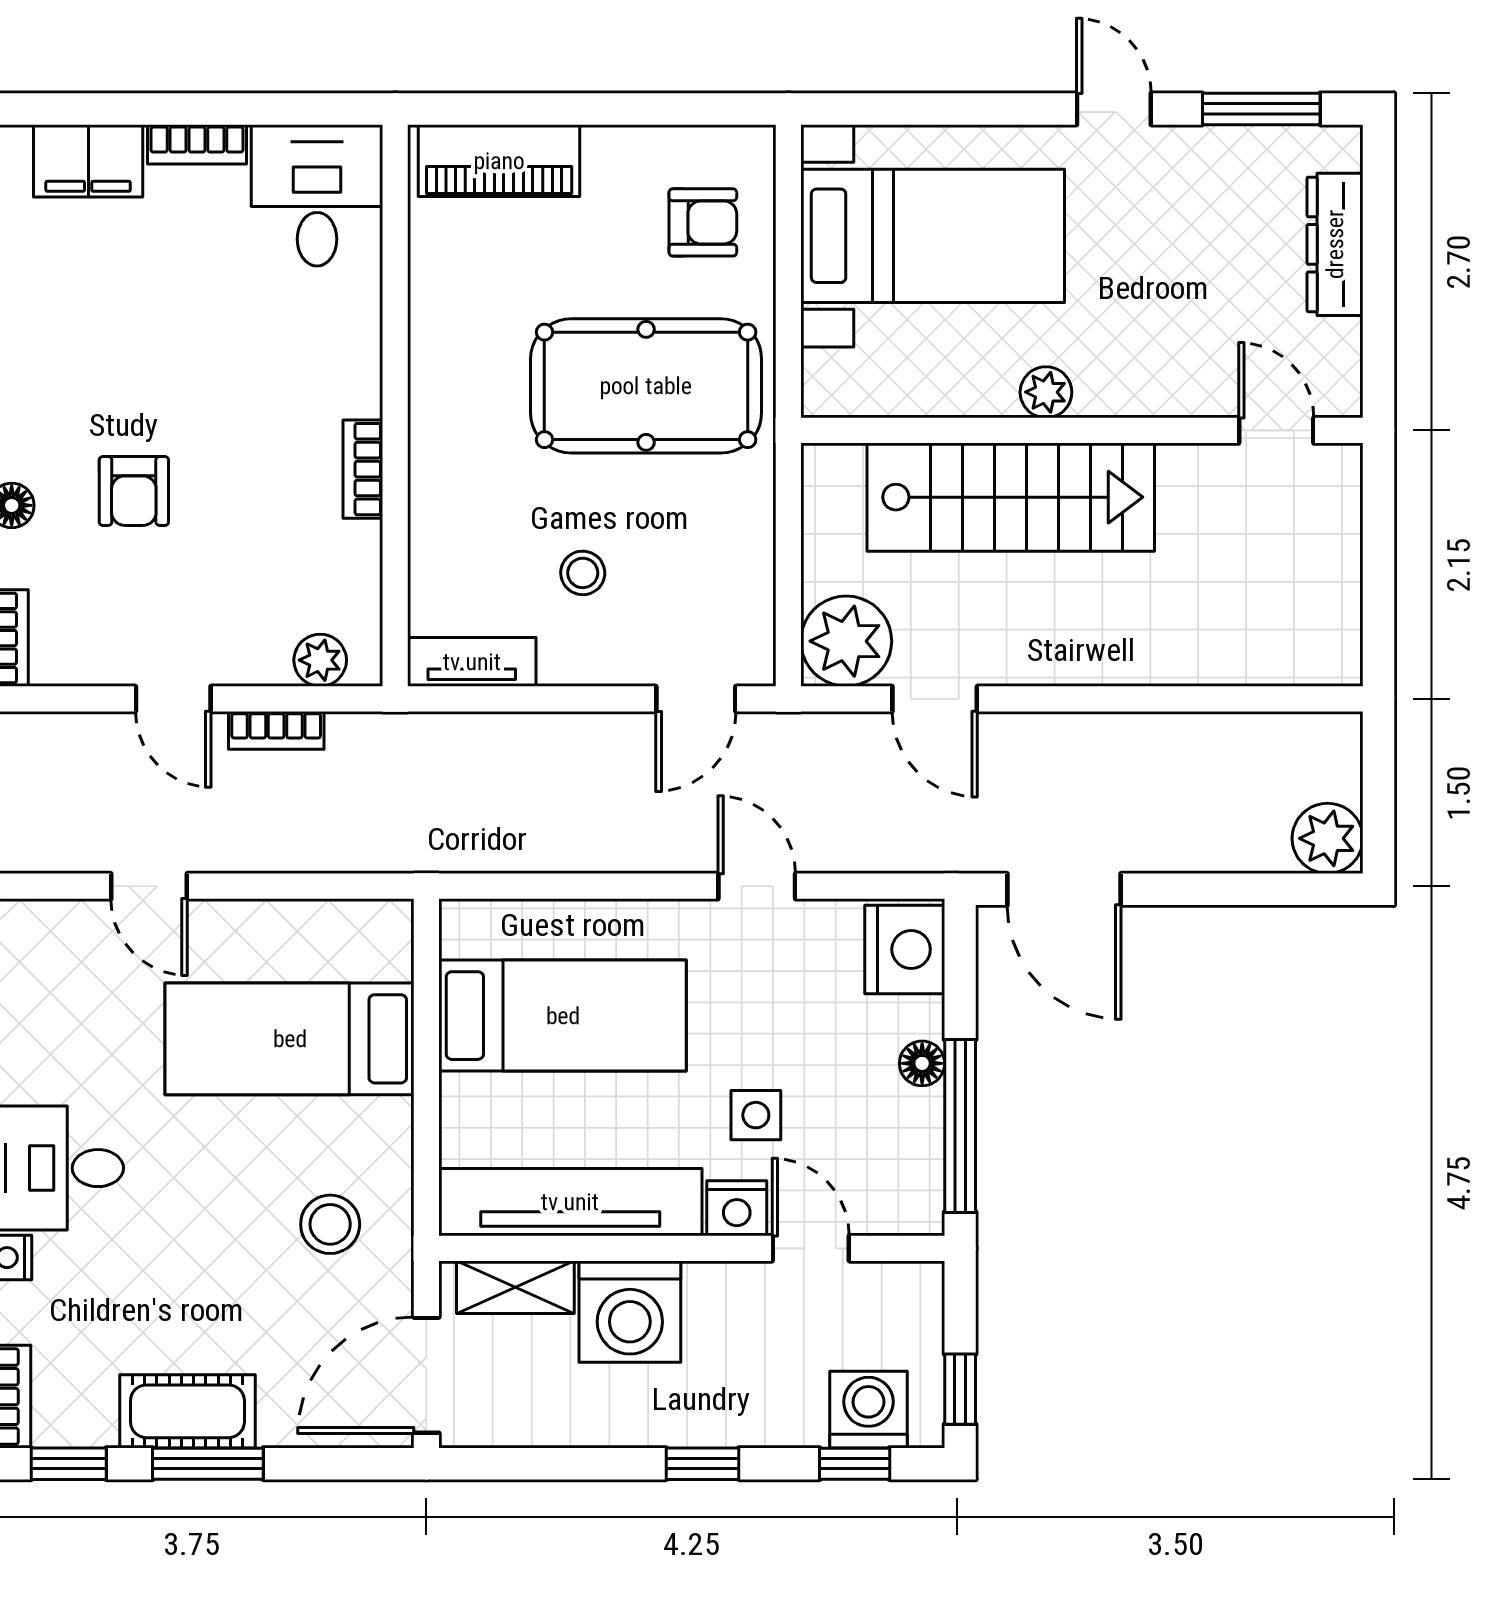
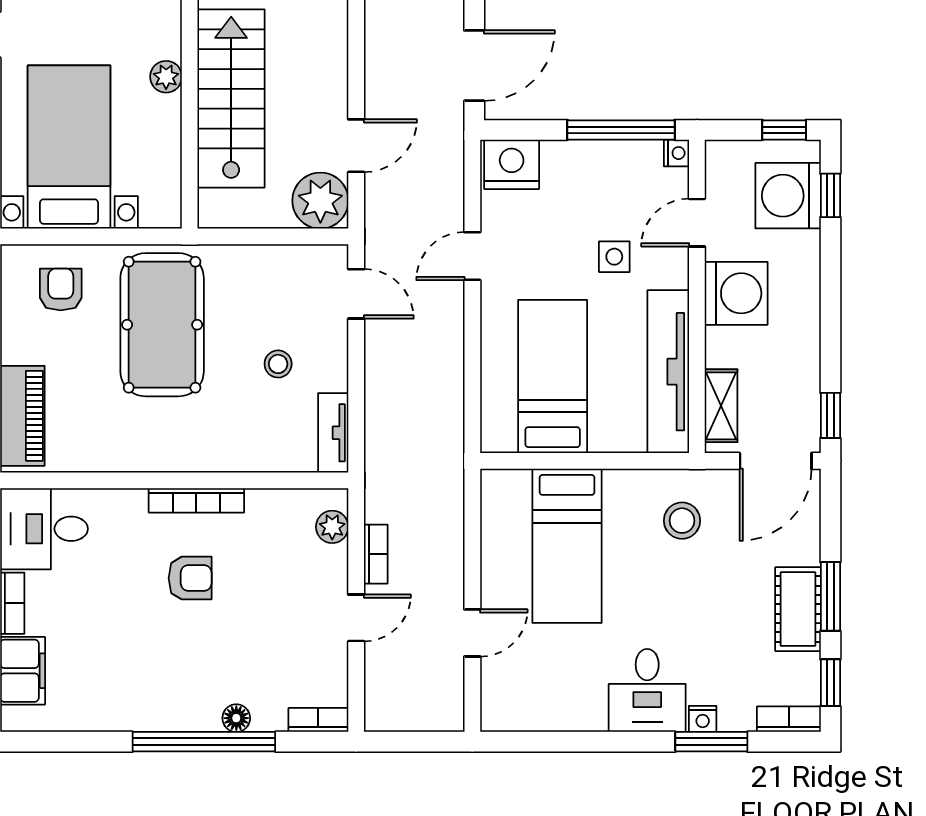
bookcase: (363, 469) -> (196, 500), width x1.56
armchair: (134, 491) -> (190, 578), moved
floor lamp: (922, 1063) -> (582, 154), removed
nightstand: (737, 1208) -> (676, 153), moved, width x0.72, depth x0.74
washing machine: (630, 1312) -> (736, 293), moved
door: (426, 1375) -> (776, 461), hinge flipped
washing machine: (868, 1410) -> (788, 196), width x1.37, depth x1.37
window: (703, 1464) -> (830, 415), moved

